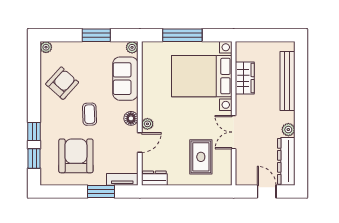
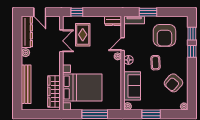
wardrobe: (245, 78) -> (54, 92), width x1.50
double door: (234, 132) -> (61, 41), moved
window: (210, 191) -> (77, 12), added

